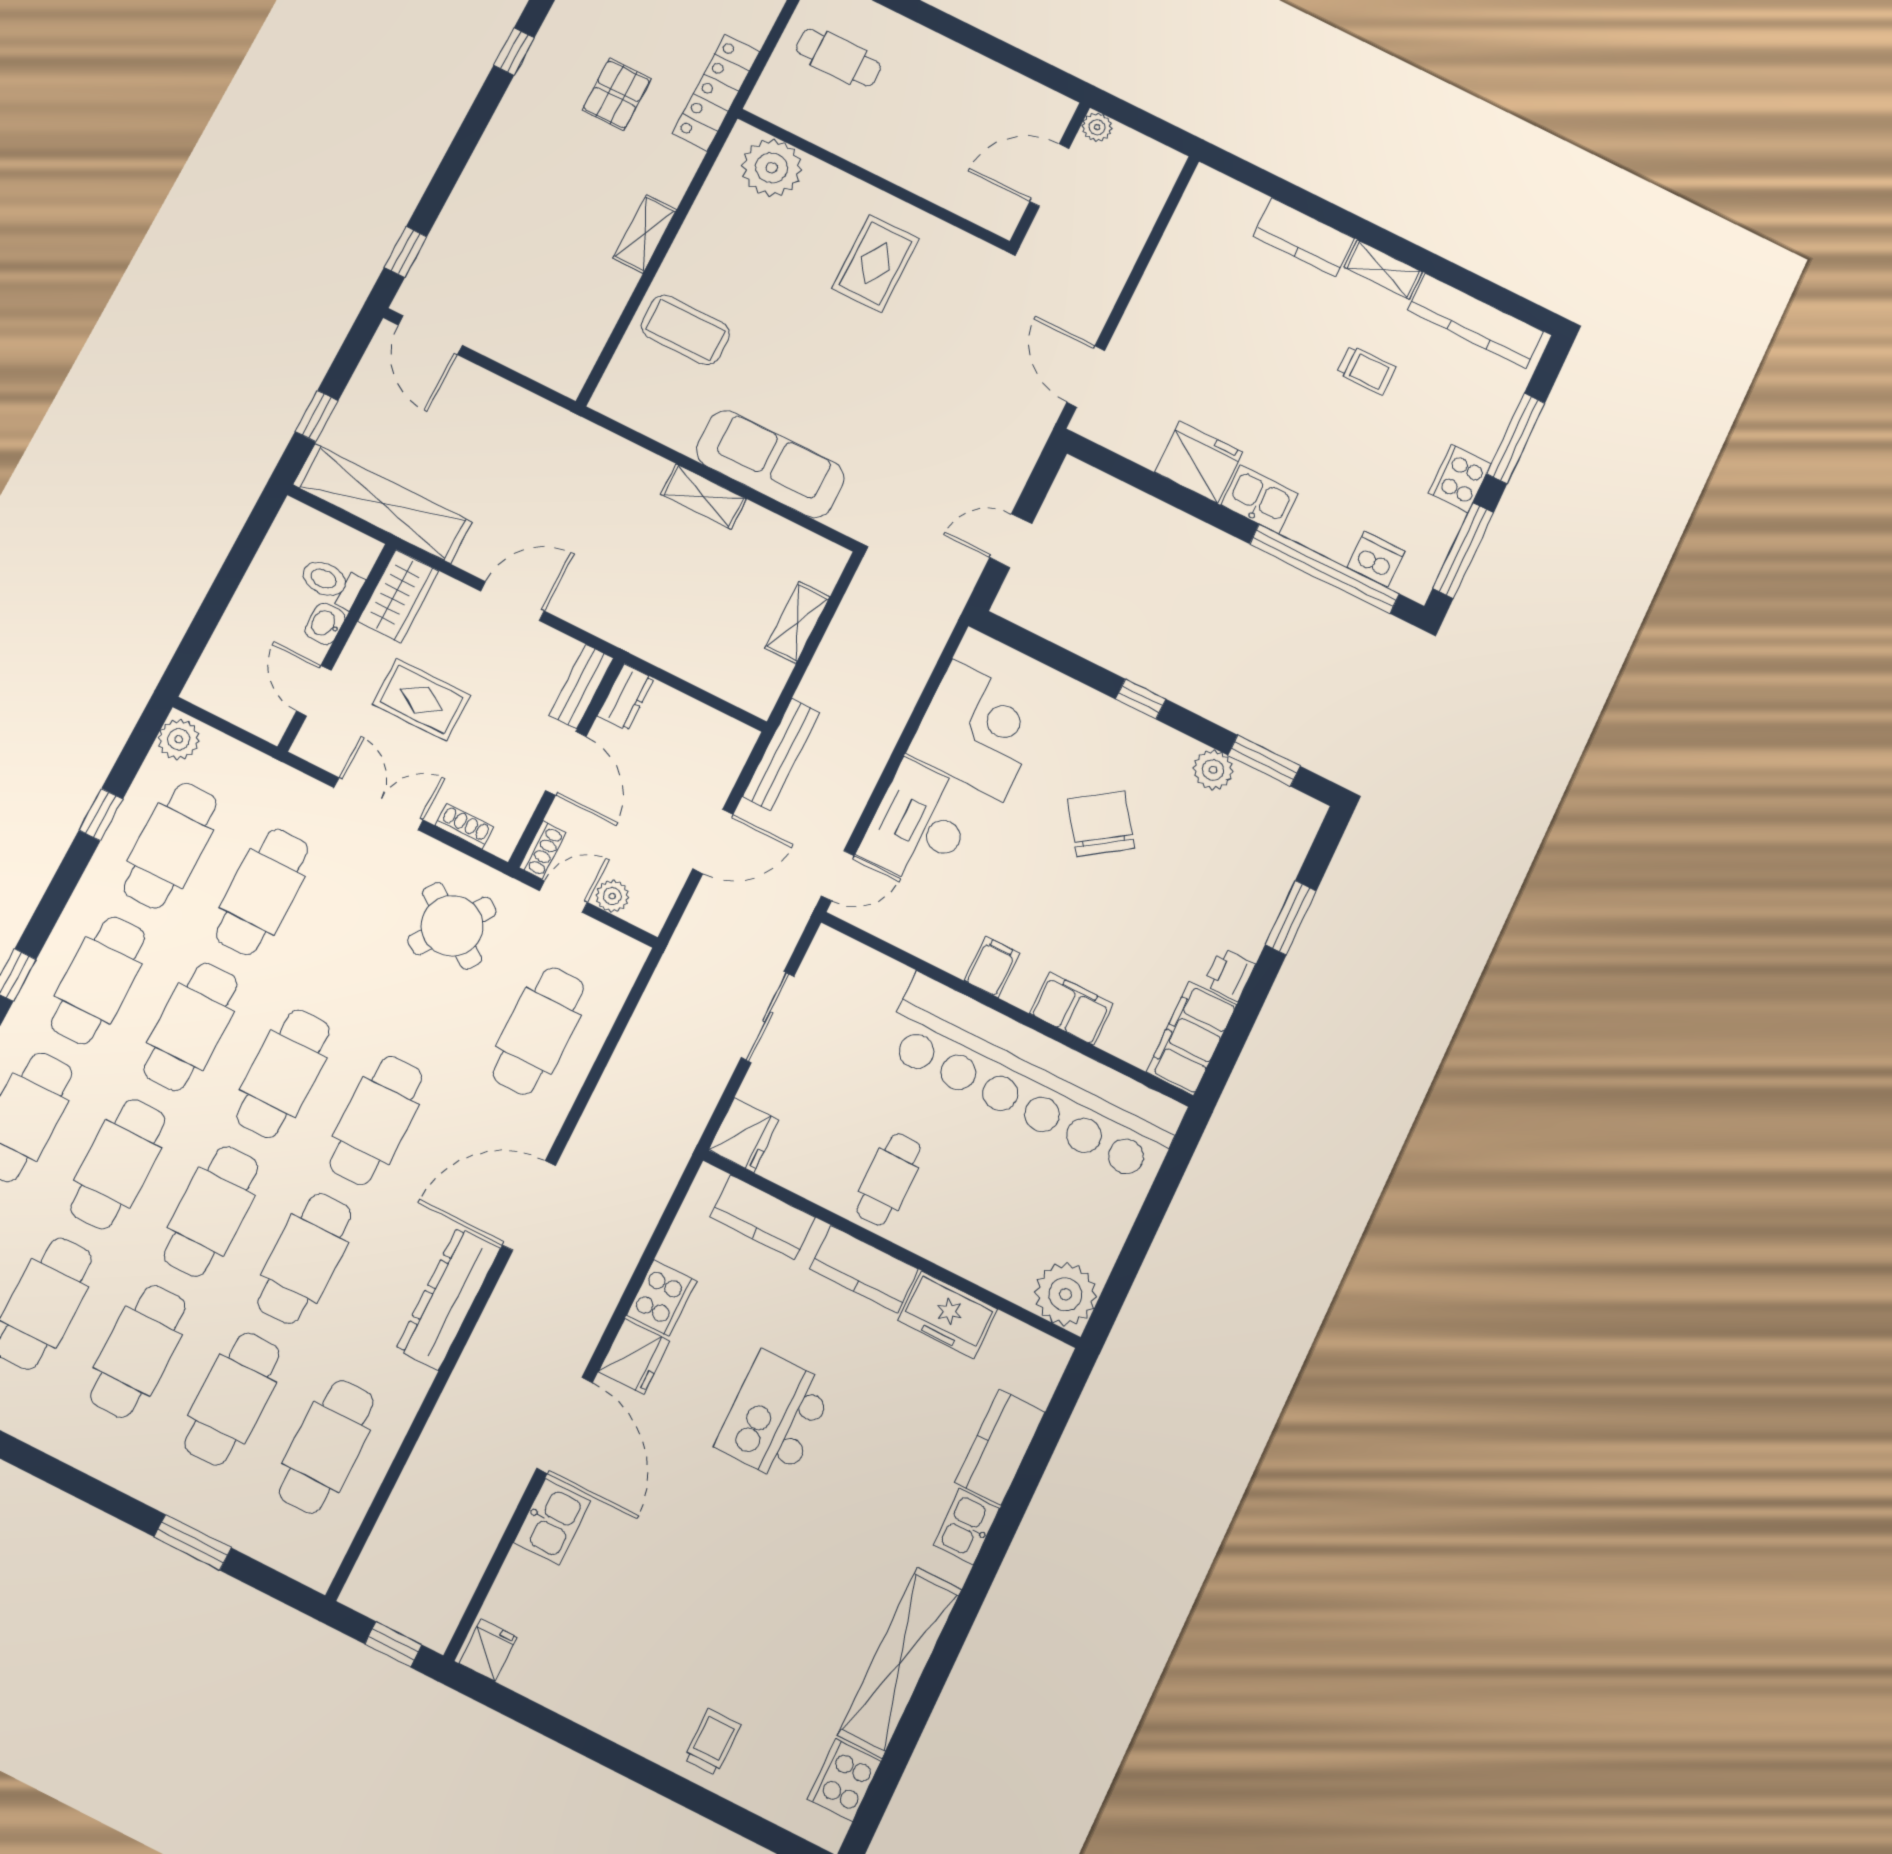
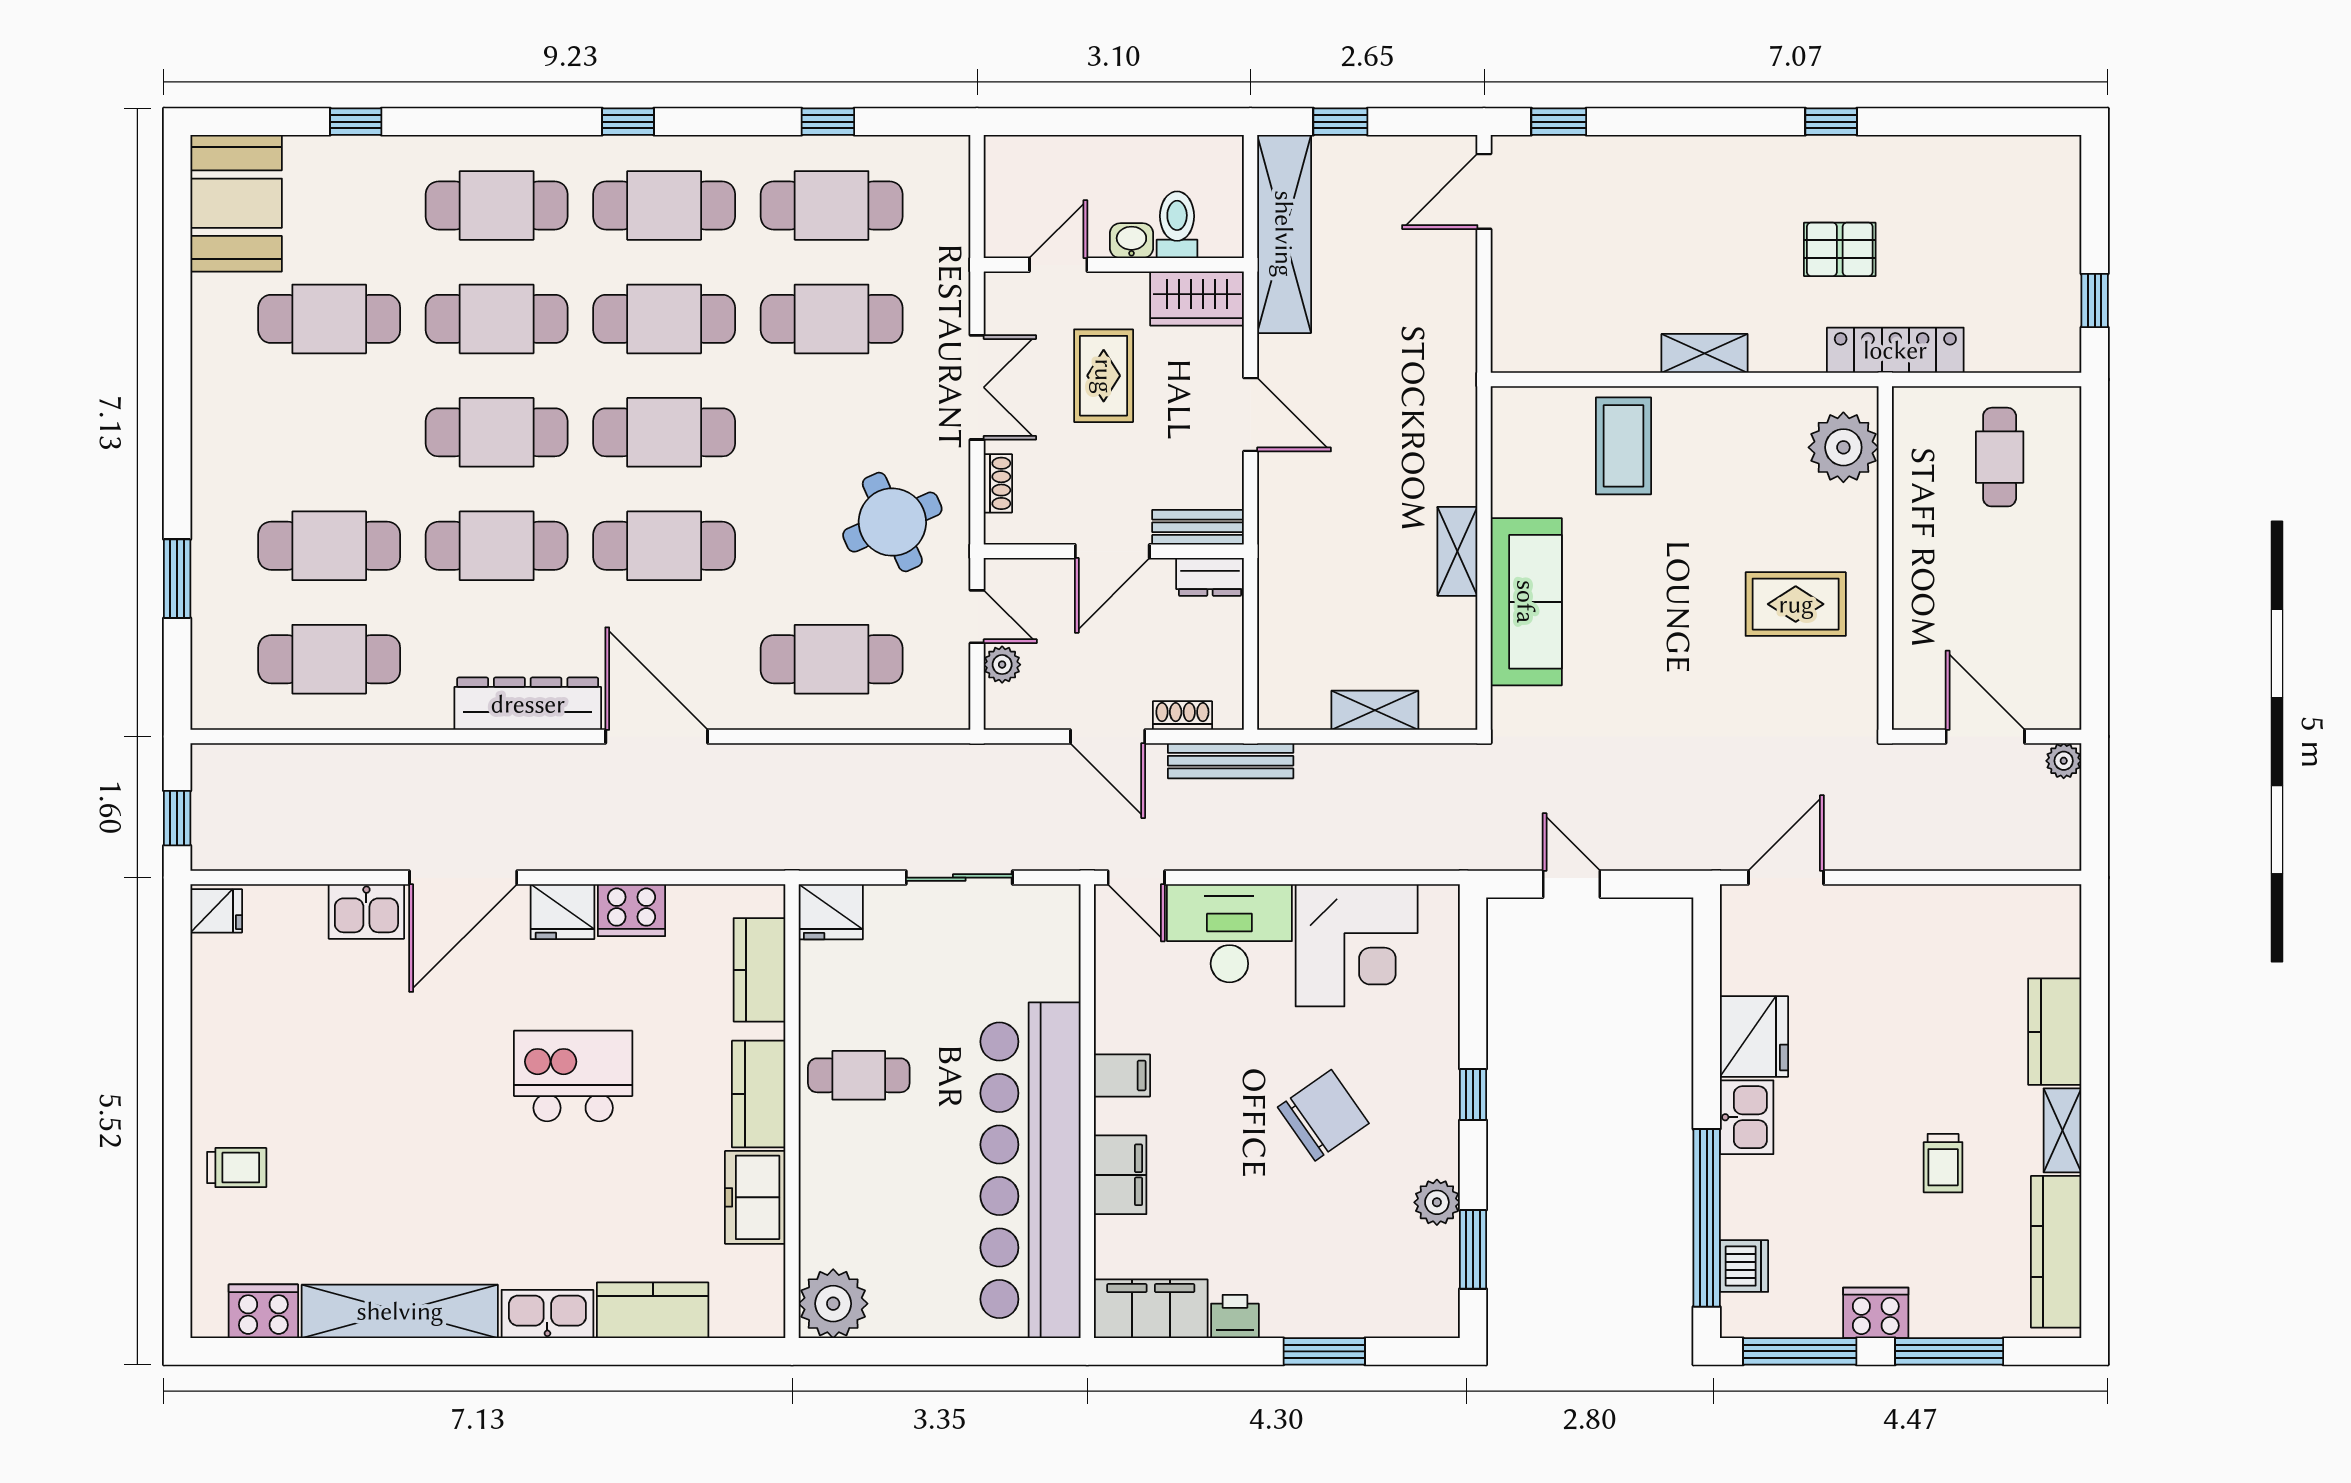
plant: (179, 739) -> (941, 158), removed
shoe rack: (543, 850) -> (1182, 716), moved, turned 180
round table: (452, 926) -> (892, 522), turned 31
cafe table: (138, 1351) -> (329, 432), removed
kitchen sink: (966, 1527) -> (547, 1314), width x1.38

